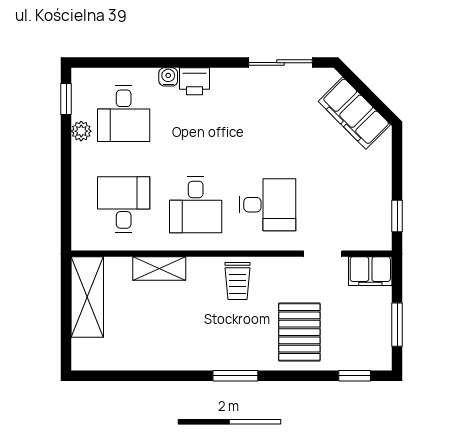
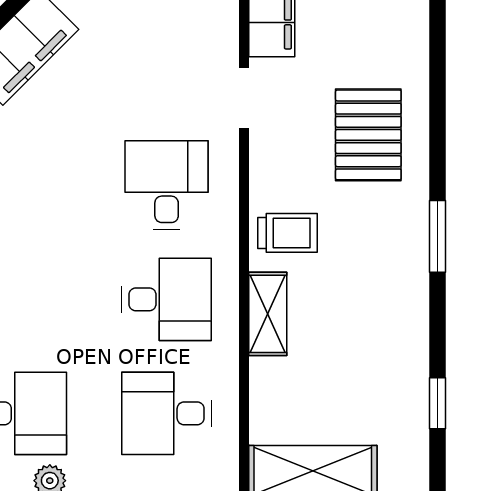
shelving: (159, 269) -> (268, 314), moved
pallet: (299, 332) -> (368, 135), turned 90
window: (355, 376) -> (438, 403), moved

